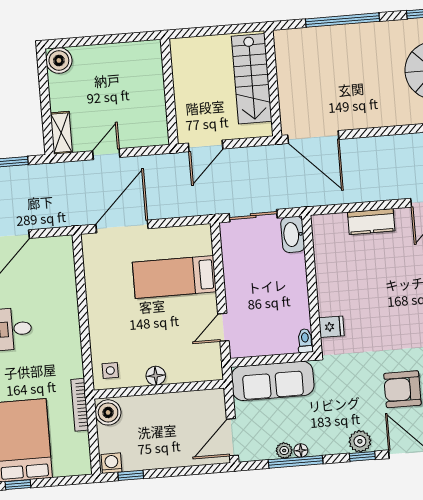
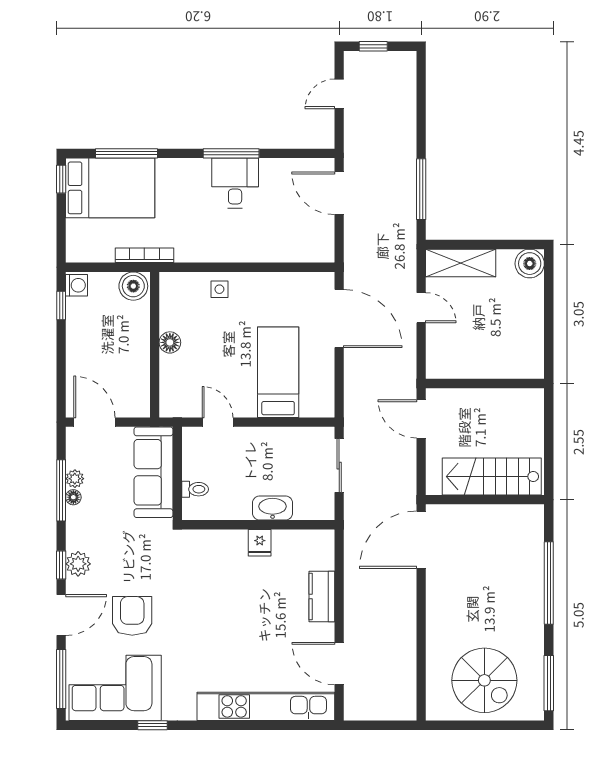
shelving: (61, 133) -> (461, 263), width x1.50, depth x1.33
washbasin: (293, 234) -> (273, 508), moved
fridge: (331, 327) -> (260, 543), moved
toilet: (305, 341) -> (195, 489), moved
side table: (110, 370) -> (219, 289), moved

